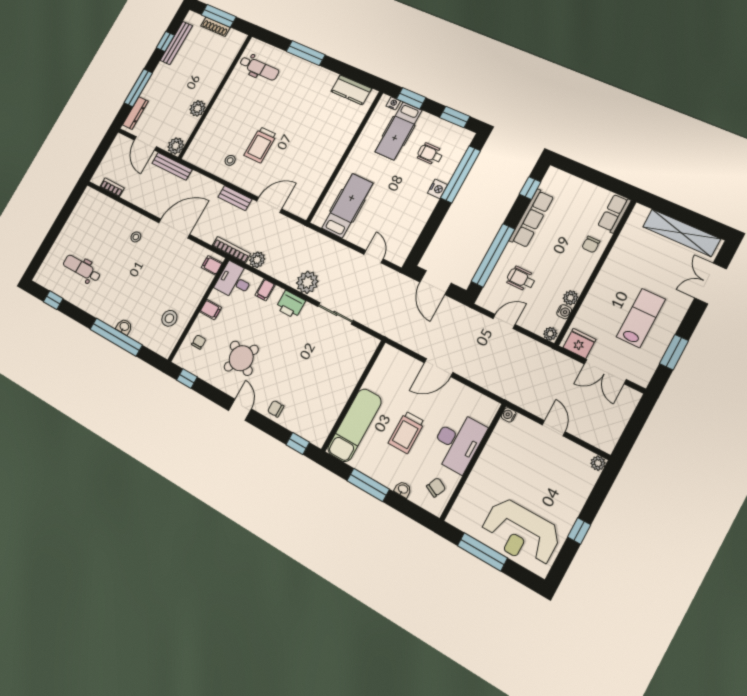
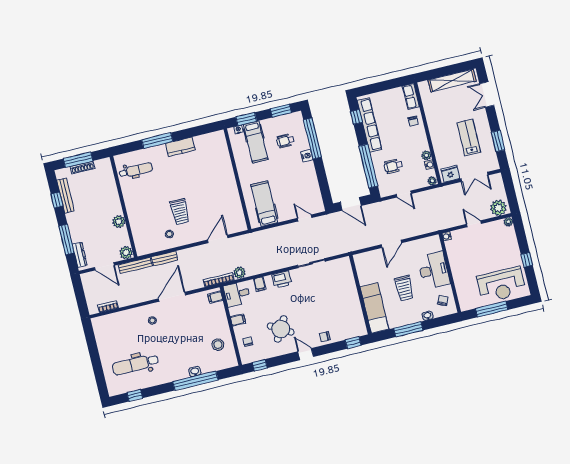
kitchen counter: (351, 90) -> (180, 147), moved
bench: (235, 198) -> (165, 259), moved
row of seats: (531, 218) -> (370, 125), width x1.36
dental chair: (82, 269) -> (135, 364), width x1.36, depth x1.38
plant: (307, 282) -> (498, 208), moved
door: (504, 321) -> (404, 194), swing flipped

